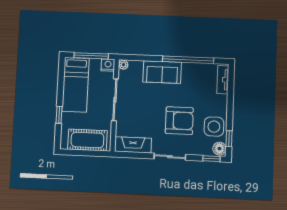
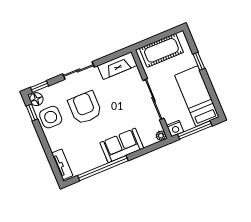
armchair: (179, 121) -> (85, 108), turned 90

